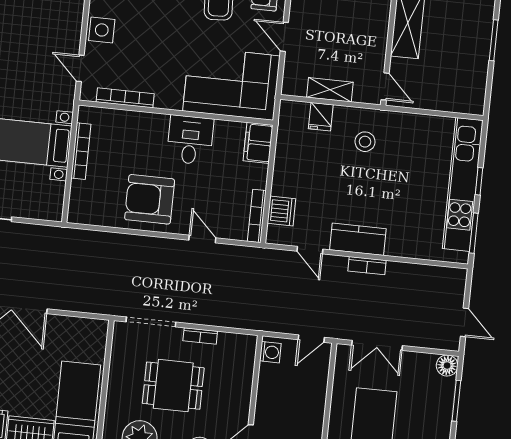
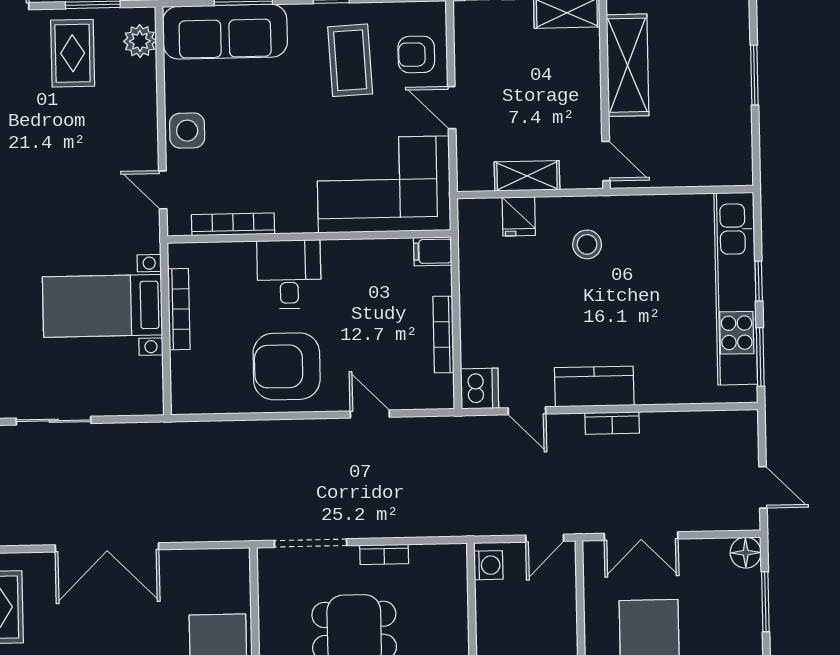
desk: (190, 140) -> (289, 274), moved
filing cabinet: (258, 143) -> (433, 251), width x0.50
dishwasher: (281, 211) -> (480, 389), moved
bookcase: (257, 216) -> (443, 334), moved

